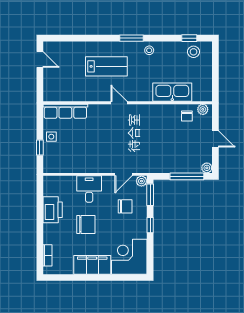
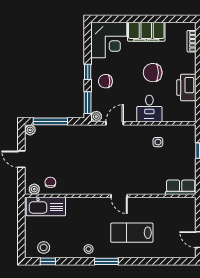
kitchen sink: (172, 92) -> (46, 207), moved
row of seats: (65, 111) -> (181, 187), width x0.68
side table: (51, 137) -> (158, 142), moved
chair: (125, 206) -> (105, 81), moved

